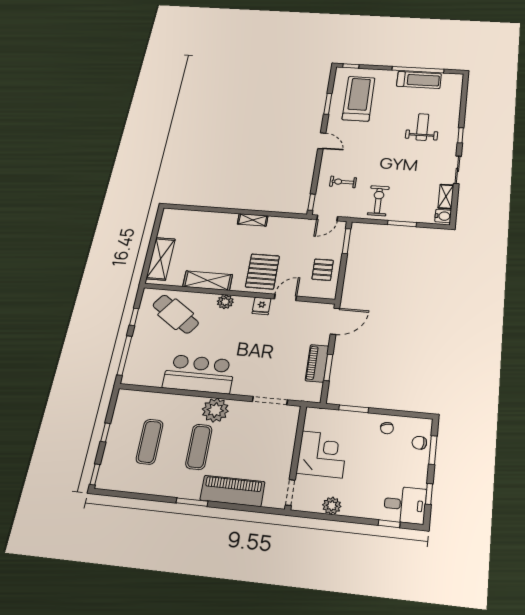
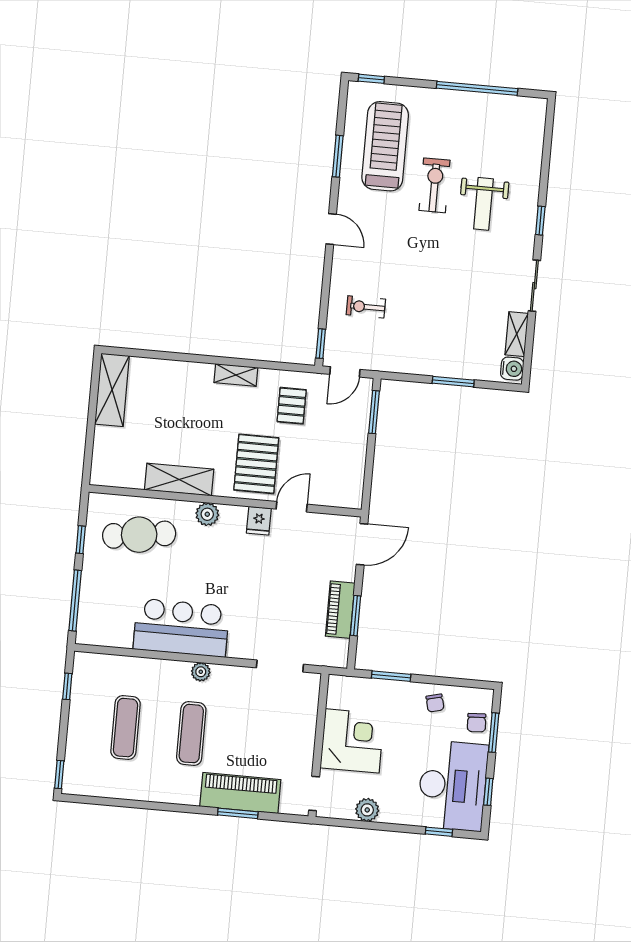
treadmill: (419, 80) -> (479, 110), removed
weight bench: (422, 127) -> (483, 204), turned 180
exercise bike: (378, 201) -> (434, 185), moved
shelving: (161, 259) -> (112, 390), moved
pallet: (323, 270) -> (292, 406), moved
cafe table: (176, 314) -> (139, 535), turned -43
plant: (215, 410) -> (201, 672), width x0.53, depth x0.53
window: (105, 432) -> (67, 686), moved
chair: (419, 443) -> (477, 723), turned -98
window: (192, 502) -> (238, 813), moved
desk: (405, 505) -> (453, 786), width x1.87, depth x1.30

